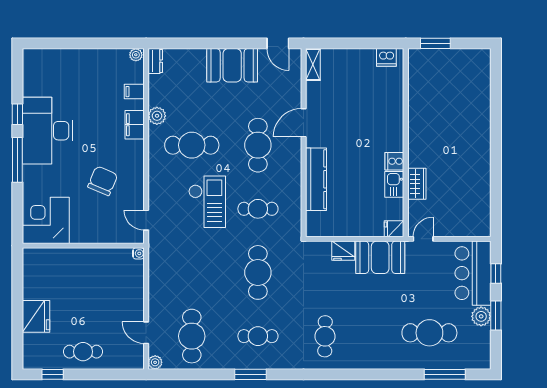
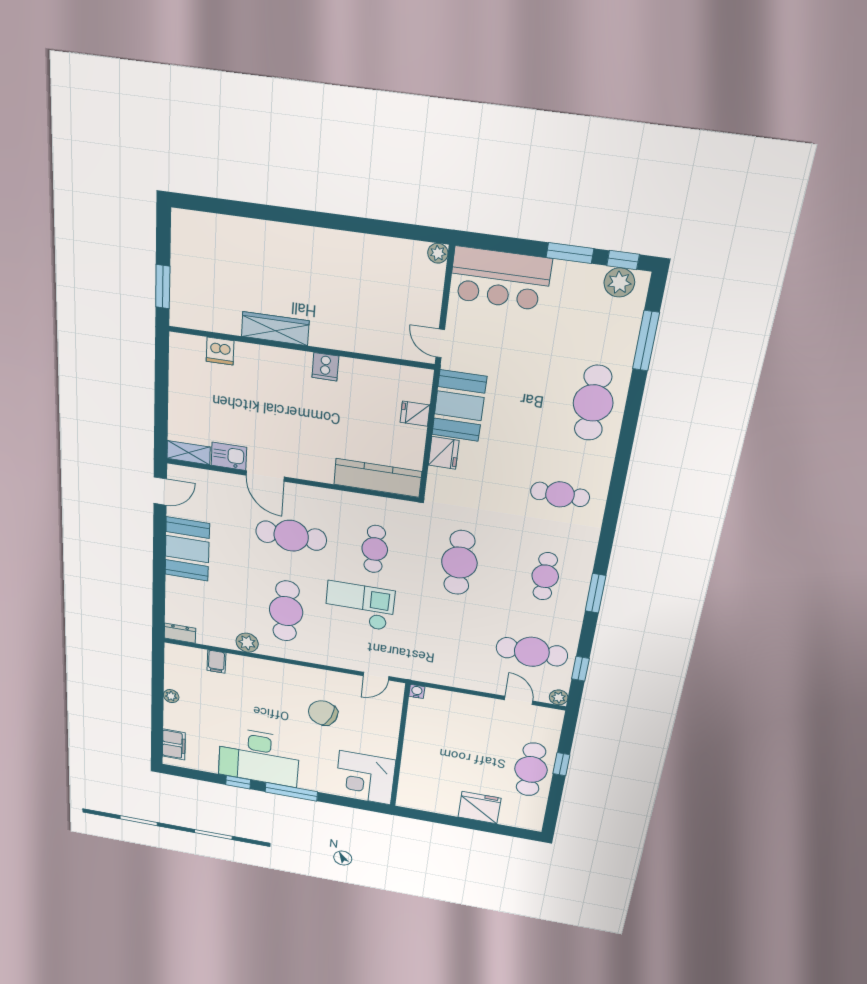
plant: (136, 55) -> (171, 696), moved
dishwasher: (386, 57) -> (220, 351), moved, turned 90
filing cabinet: (135, 125) -> (174, 744), moved, turned -90
kitchen counter: (316, 179) -> (378, 478), moved
kitchen sink: (394, 184) -> (229, 456), moved, turned 180
wardrobe: (417, 184) -> (275, 329), moved, width x1.50
fridge: (394, 229) -> (415, 414), moved, turned 90
plant: (484, 230) -> (438, 253), added
cafe table: (258, 272) -> (459, 563), turned 90
window: (496, 274) -> (623, 260), moved
plant: (481, 316) -> (619, 282), moved
door: (146, 333) -> (519, 700), swing flipped
cafe table: (429, 333) -> (593, 403), moved
cafe table: (83, 352) -> (531, 769), width x1.37, depth x1.35
window: (53, 374) -> (561, 764), moved
window: (184, 374) -> (580, 669), added

